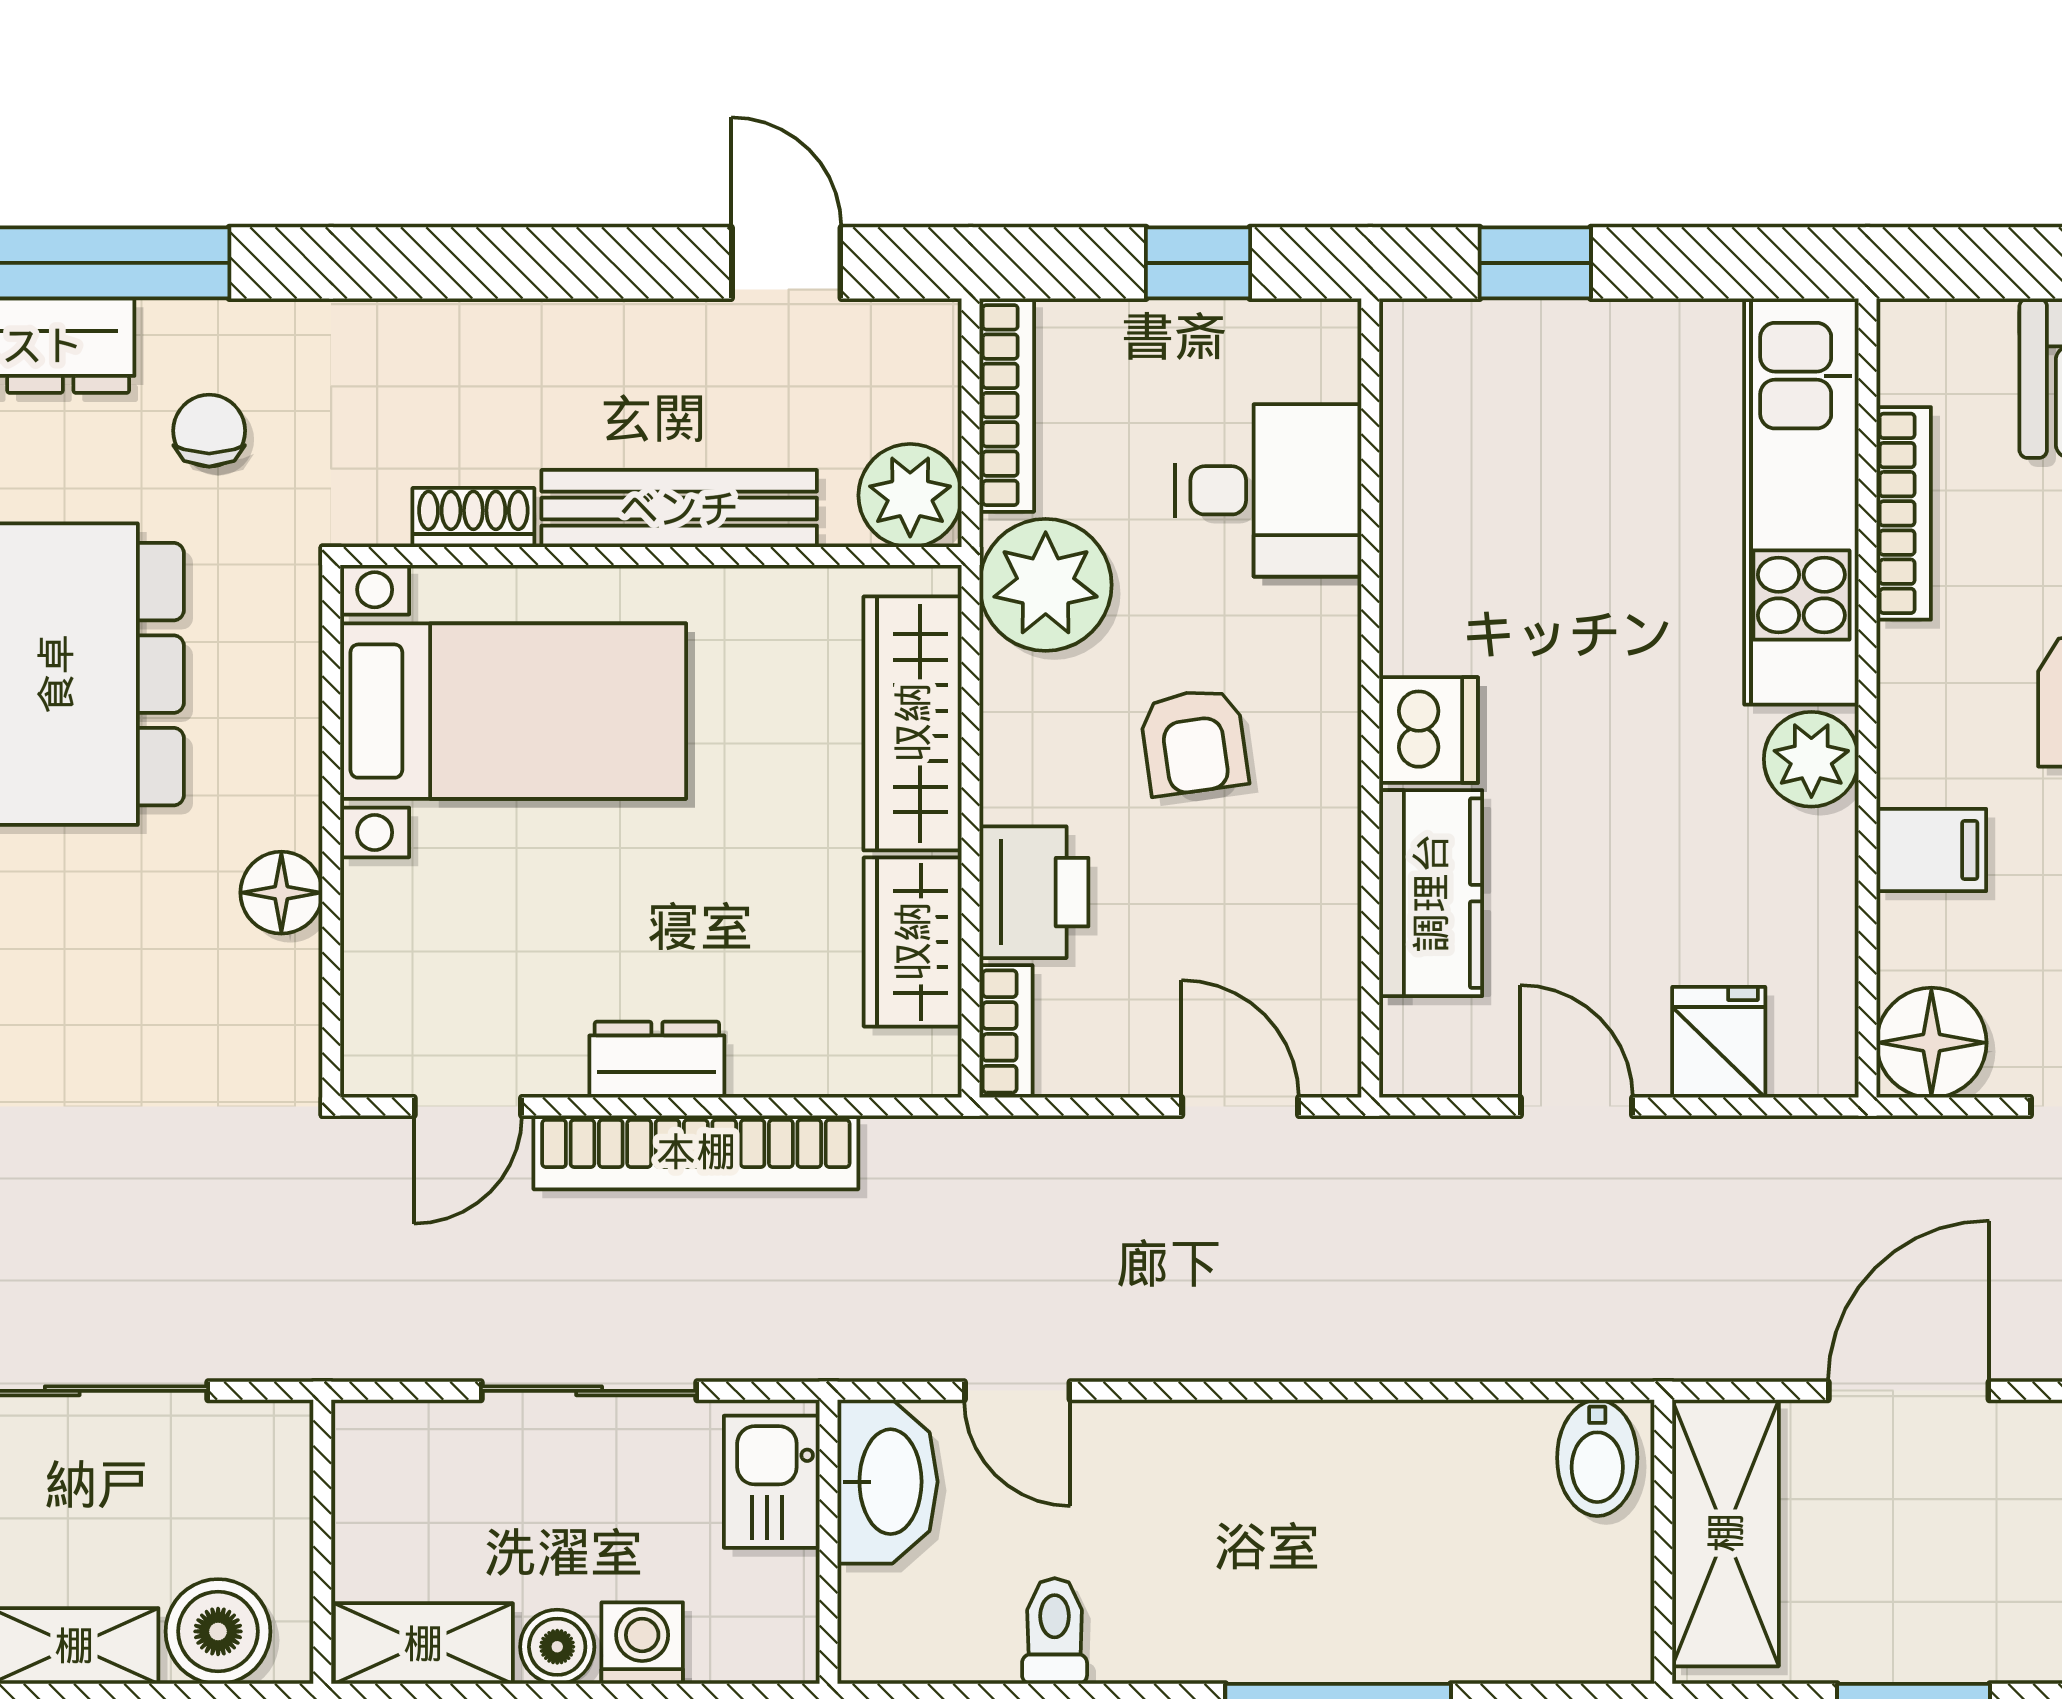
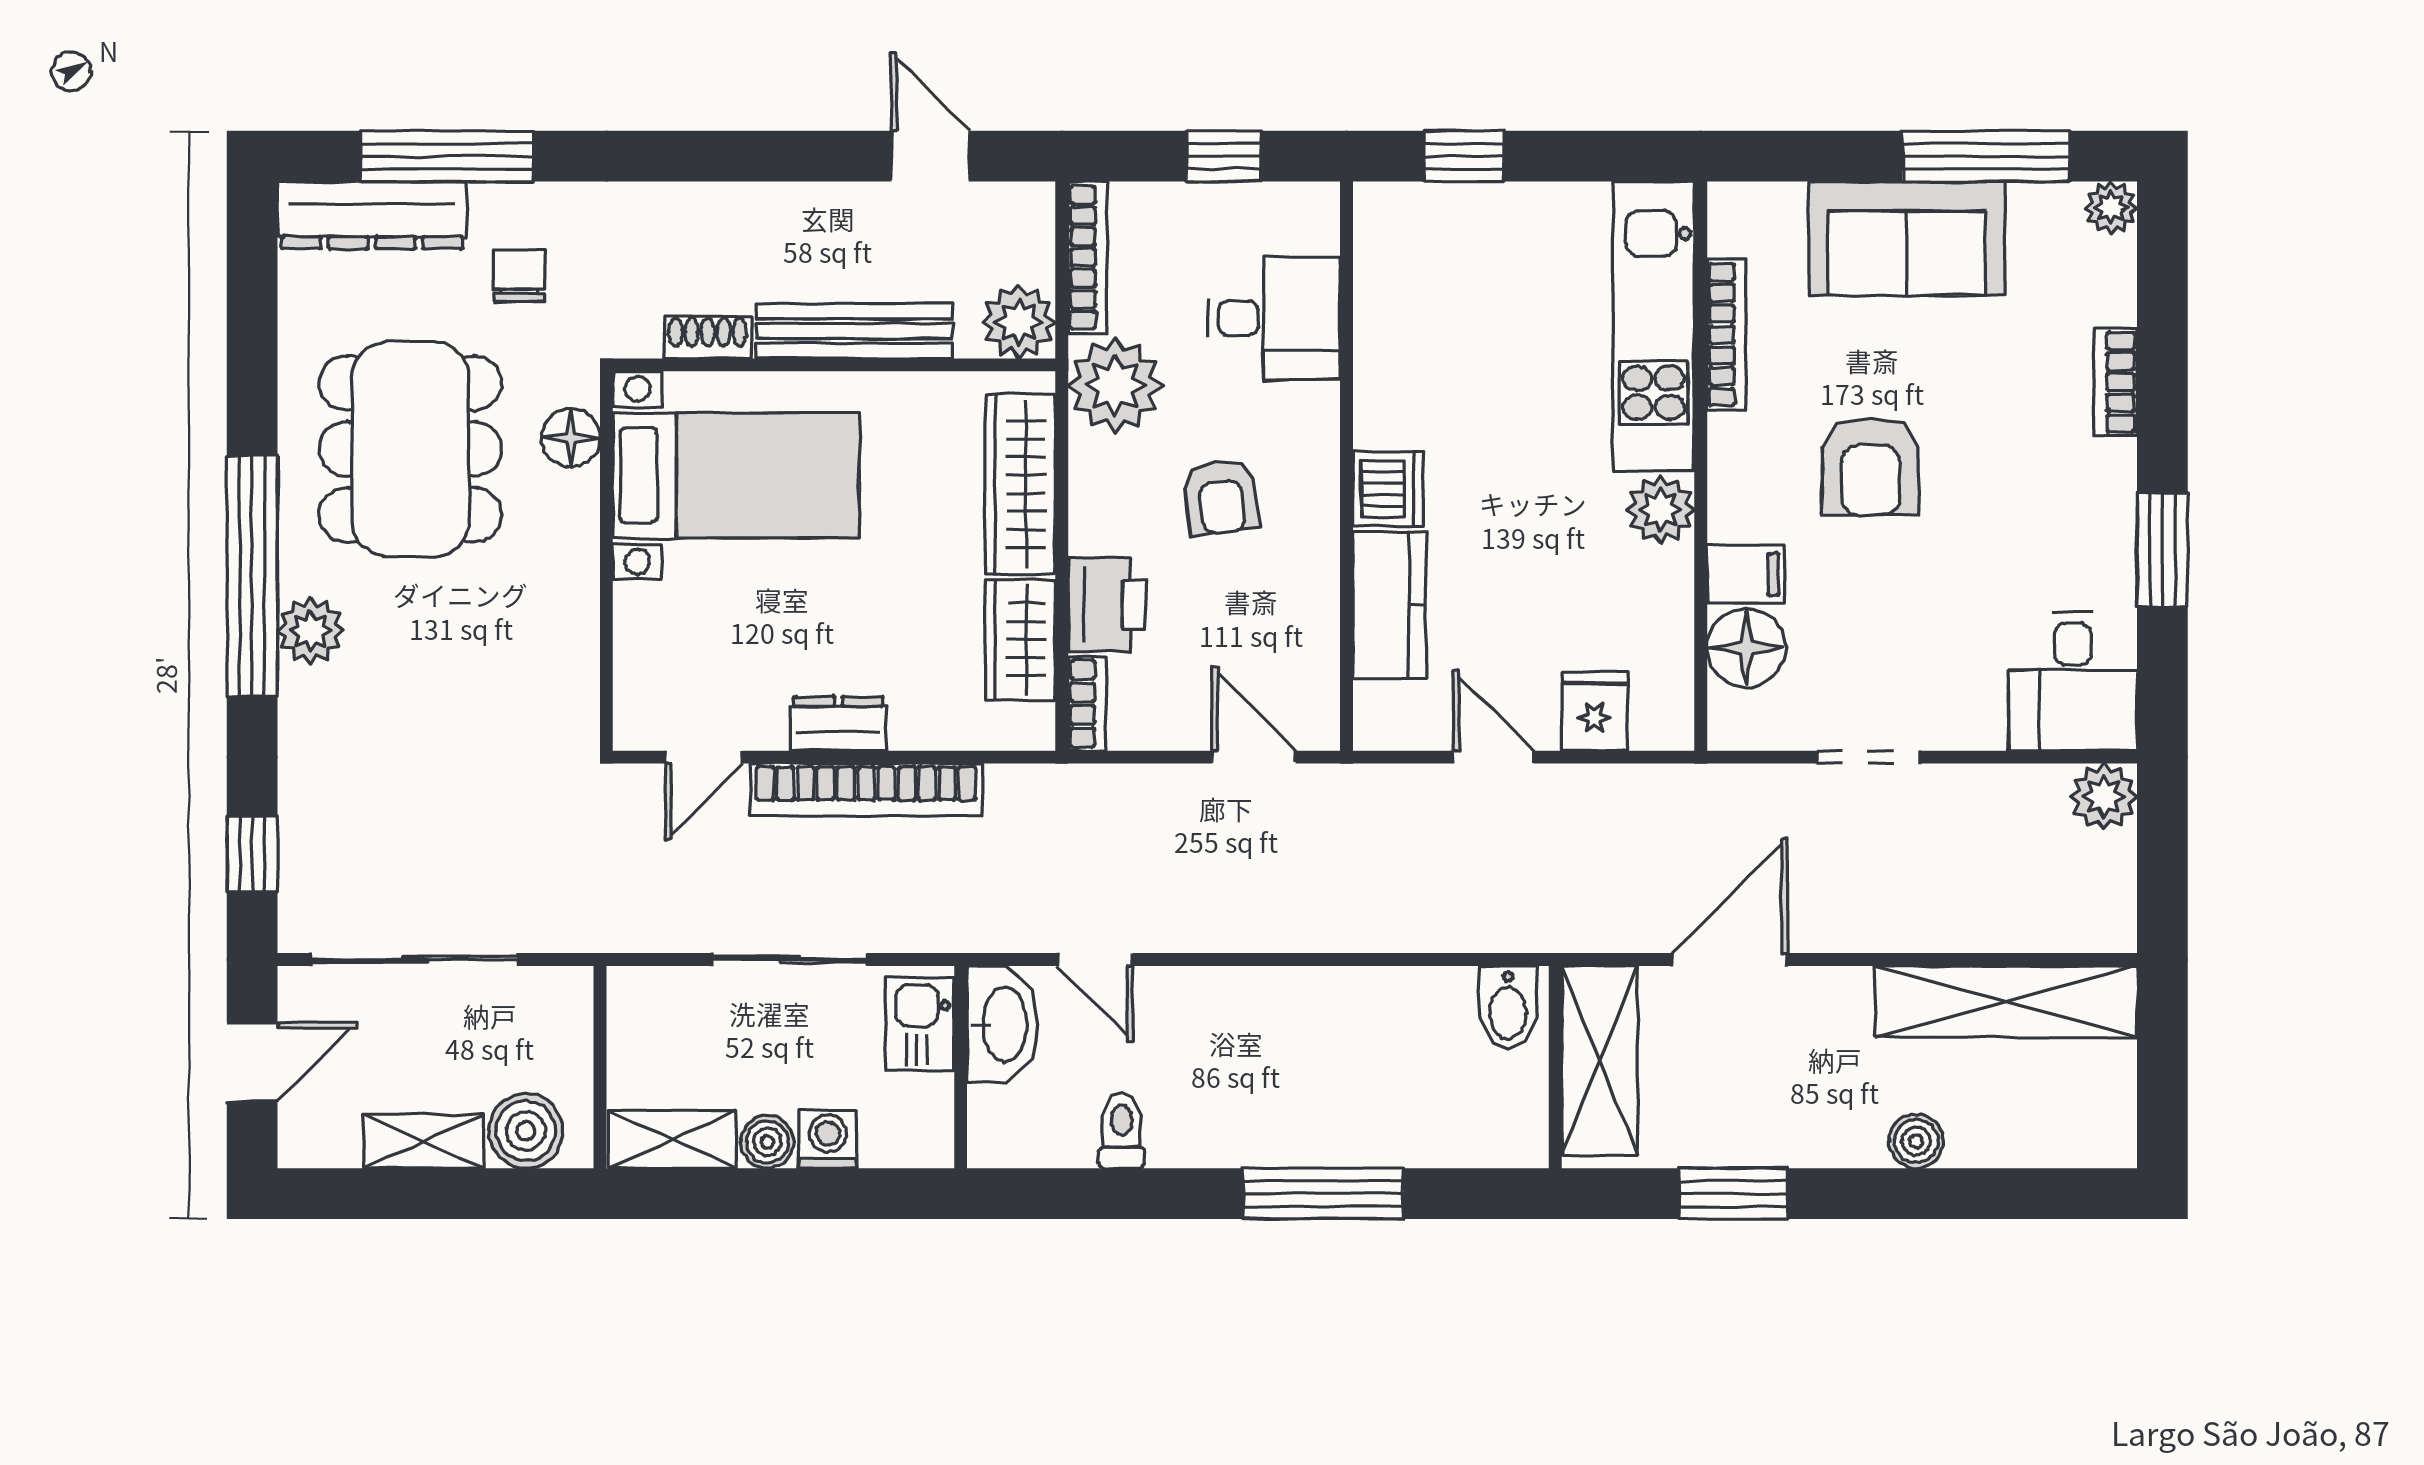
floor lamp: (281, 893) -> (571, 438), moved
floor lamp: (1931, 1043) -> (1746, 648), moved

